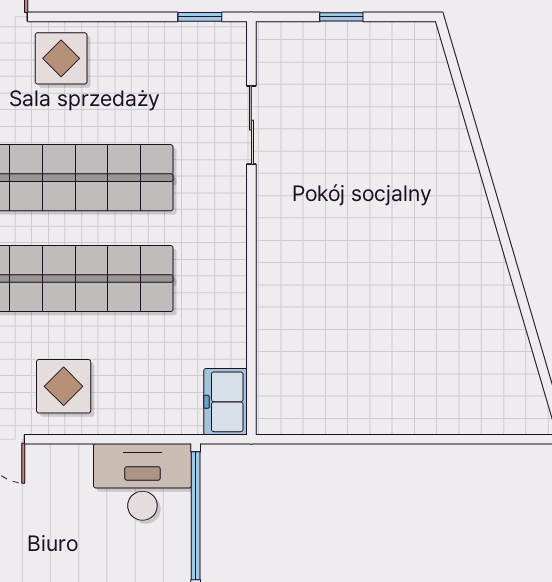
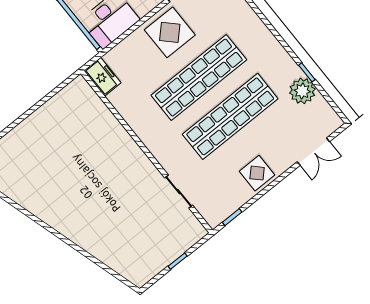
display table: (61, 58) -> (257, 173), moved
display table: (64, 386) -> (170, 32), width x1.36, depth x1.36

